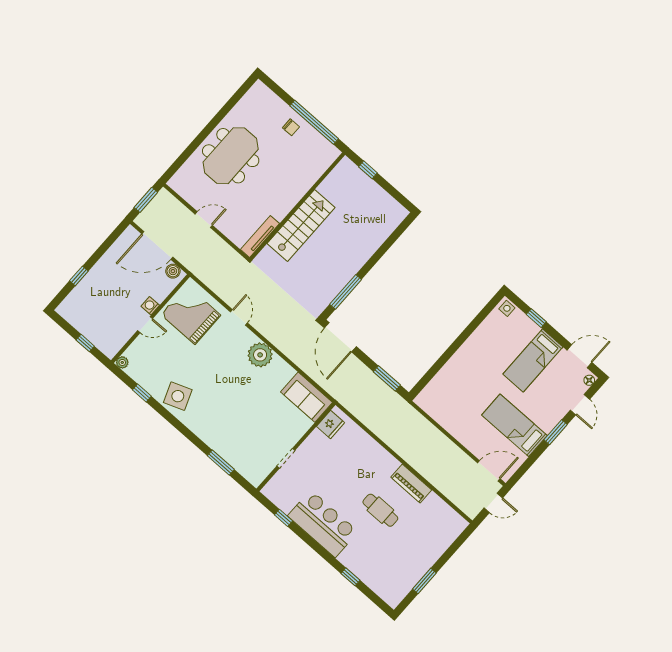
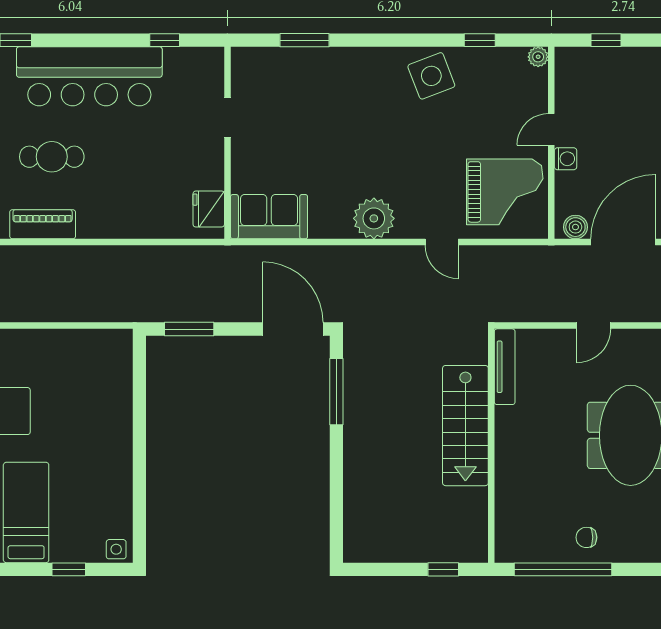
bar counter: (323, 524) -> (89, 76), width x1.36

